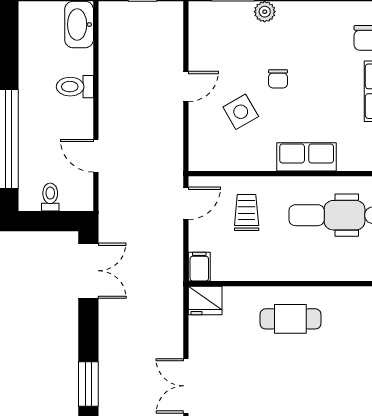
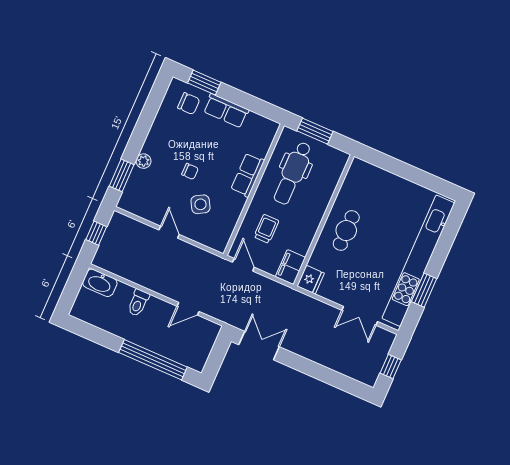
toilet: (50, 197) -> (202, 349), removed
trolley: (247, 213) -> (266, 229), turned 90
filing cabinet: (199, 267) -> (290, 267), width x2.00
window: (88, 384) -> (331, 377), removed

